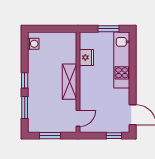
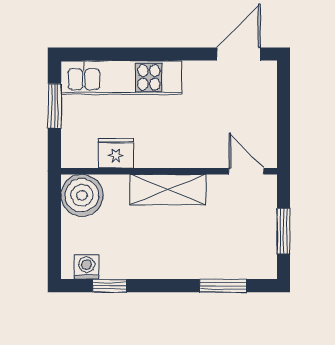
boiler: (67, 42) -> (82, 195), added
window: (25, 80) -> (109, 286), moved
window: (114, 136) -> (284, 94), removed

